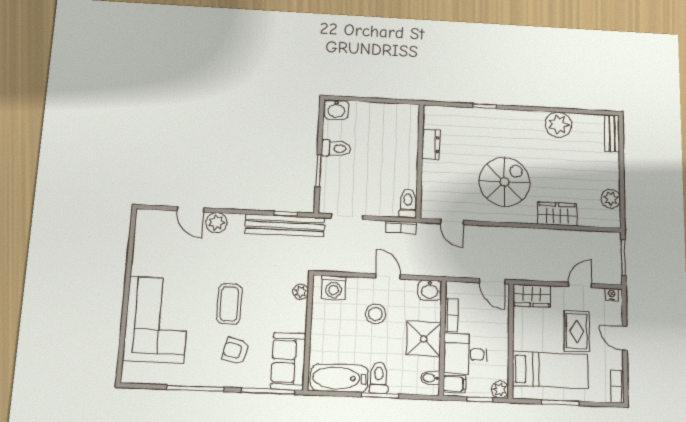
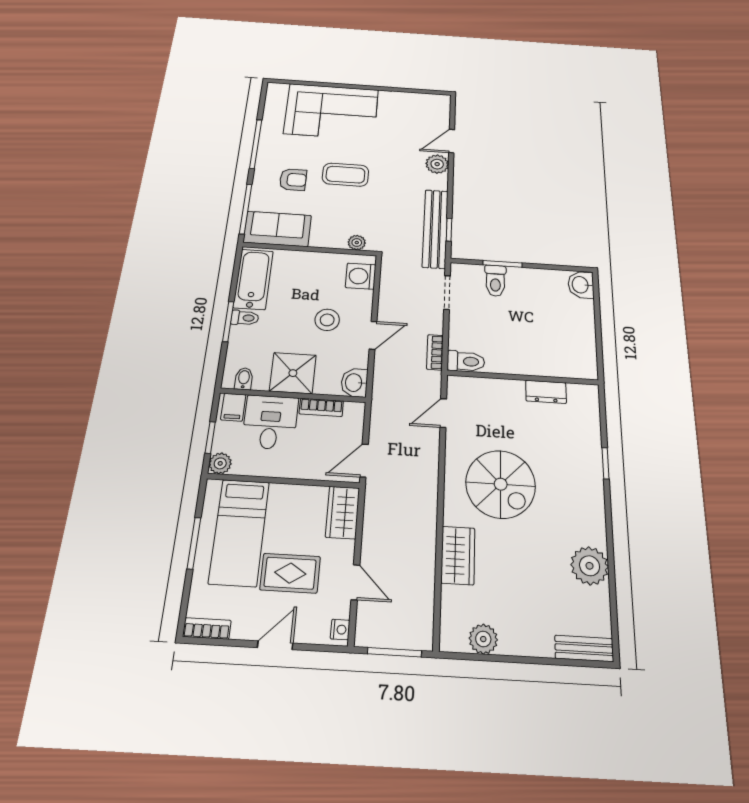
toilet: (336, 148) -> (495, 281), moved
armchair: (236, 351) -> (293, 180), turned 76
toilet: (379, 378) -> (245, 318), width x0.73, depth x0.72

